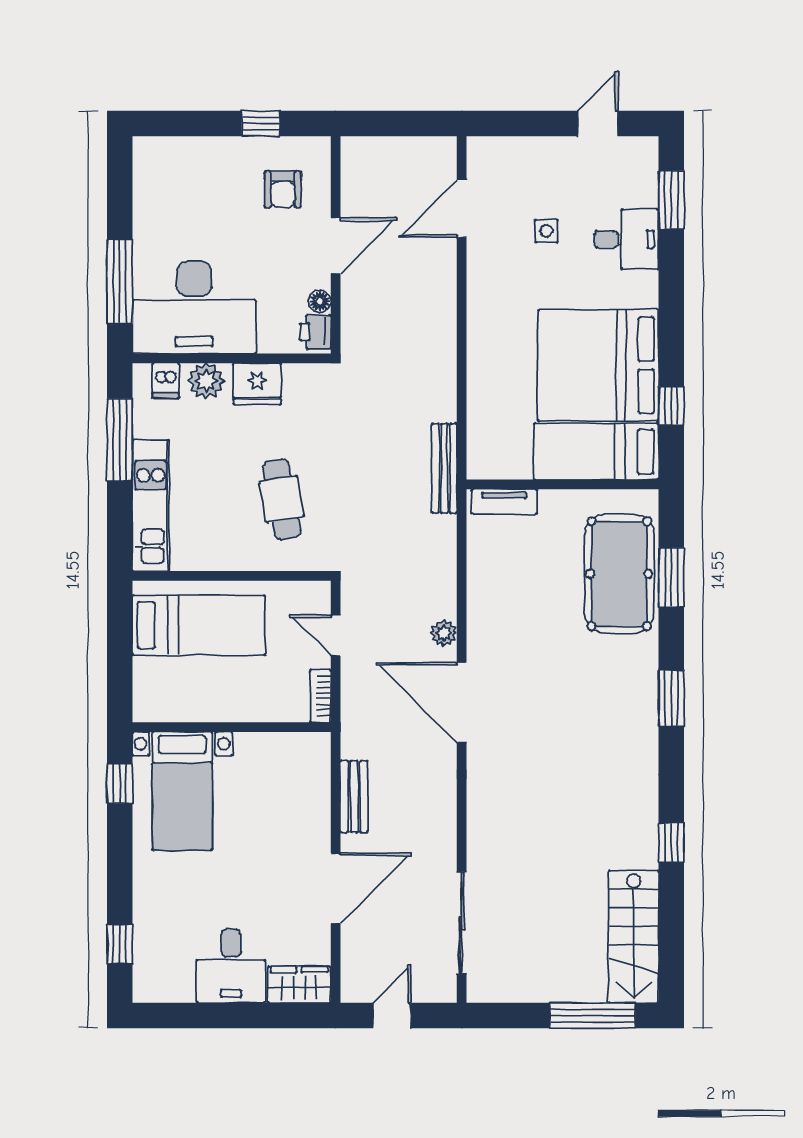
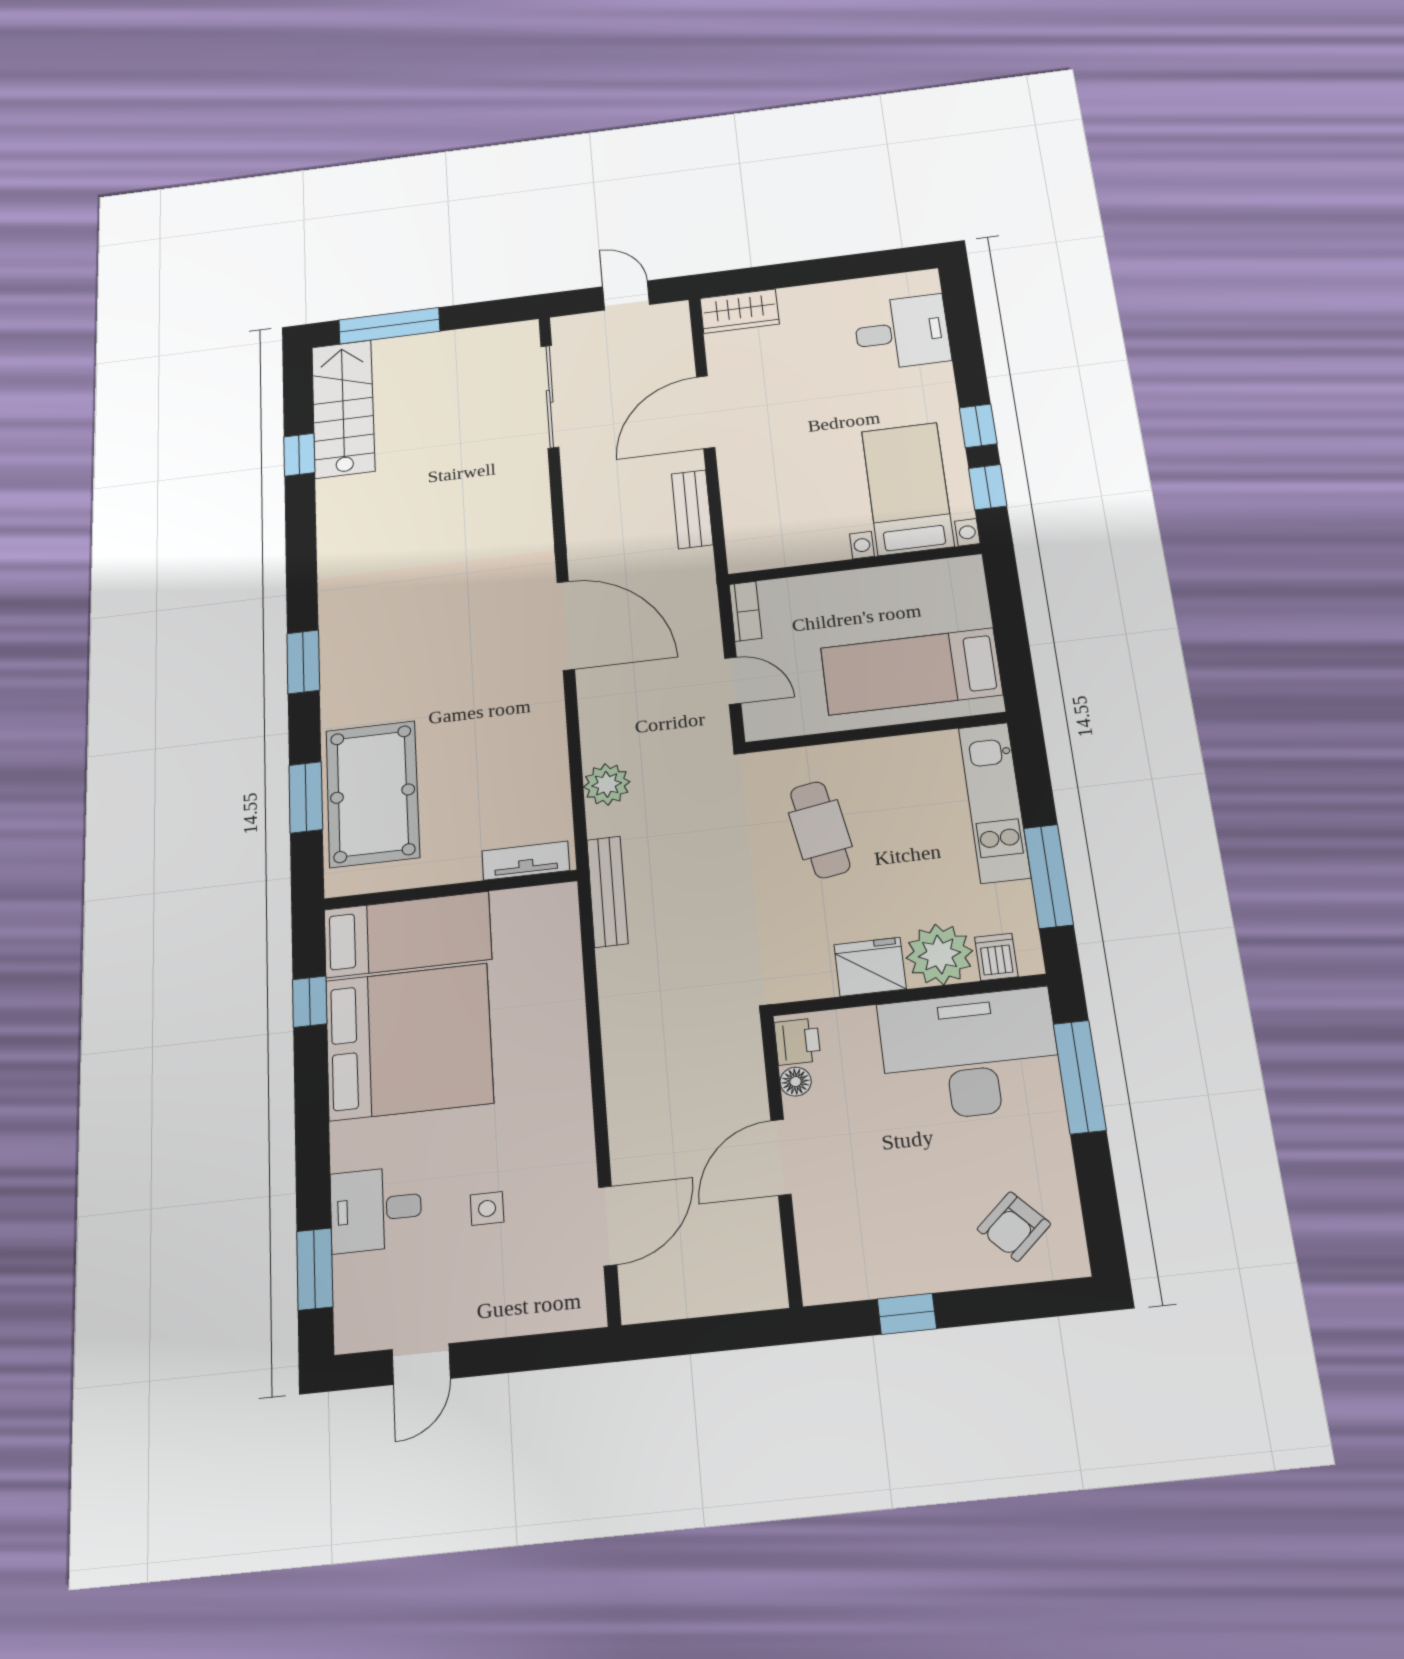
armchair: (283, 189) -> (1014, 1226), moved, turned -133
plant: (206, 381) -> (939, 954), width x1.36, depth x1.36
plant: (444, 633) -> (607, 784), moved, width x1.38, depth x1.38
window: (671, 843) -> (299, 455), moved
window: (120, 944) -> (978, 426), moved
desk: (231, 966) -> (902, 332), moved, turned 90
door: (392, 1016) -> (626, 296), swing flipped

